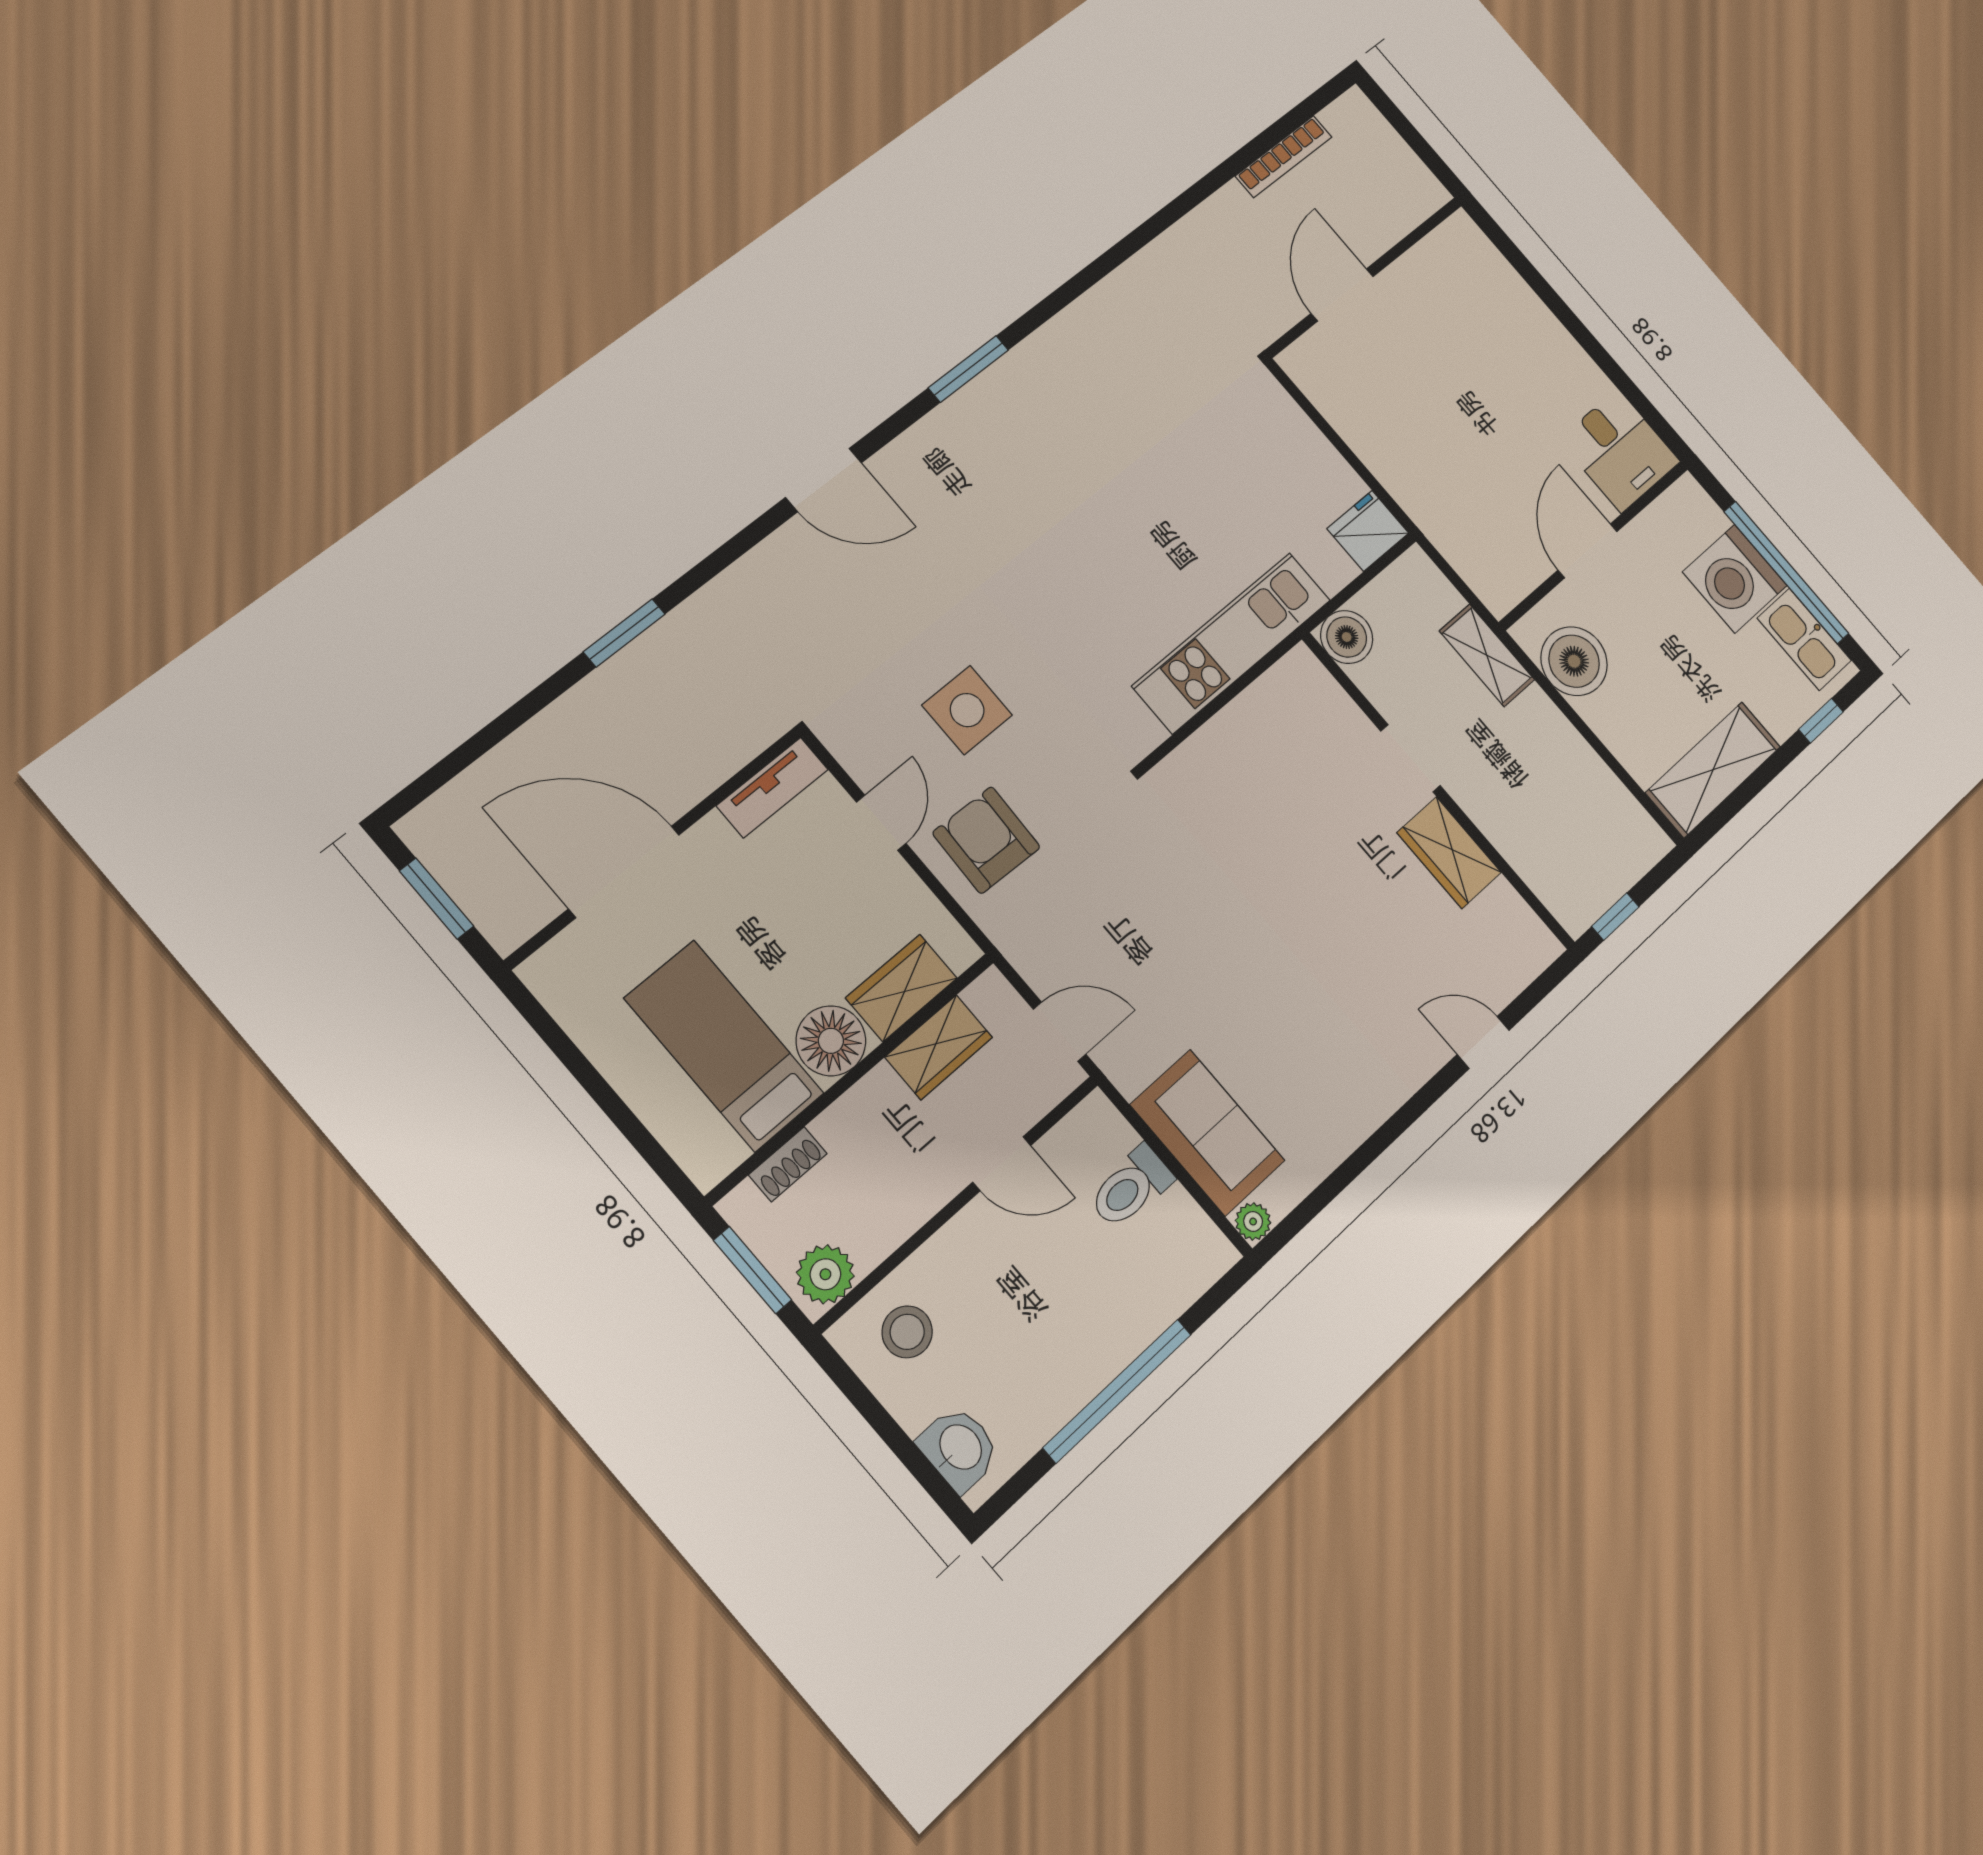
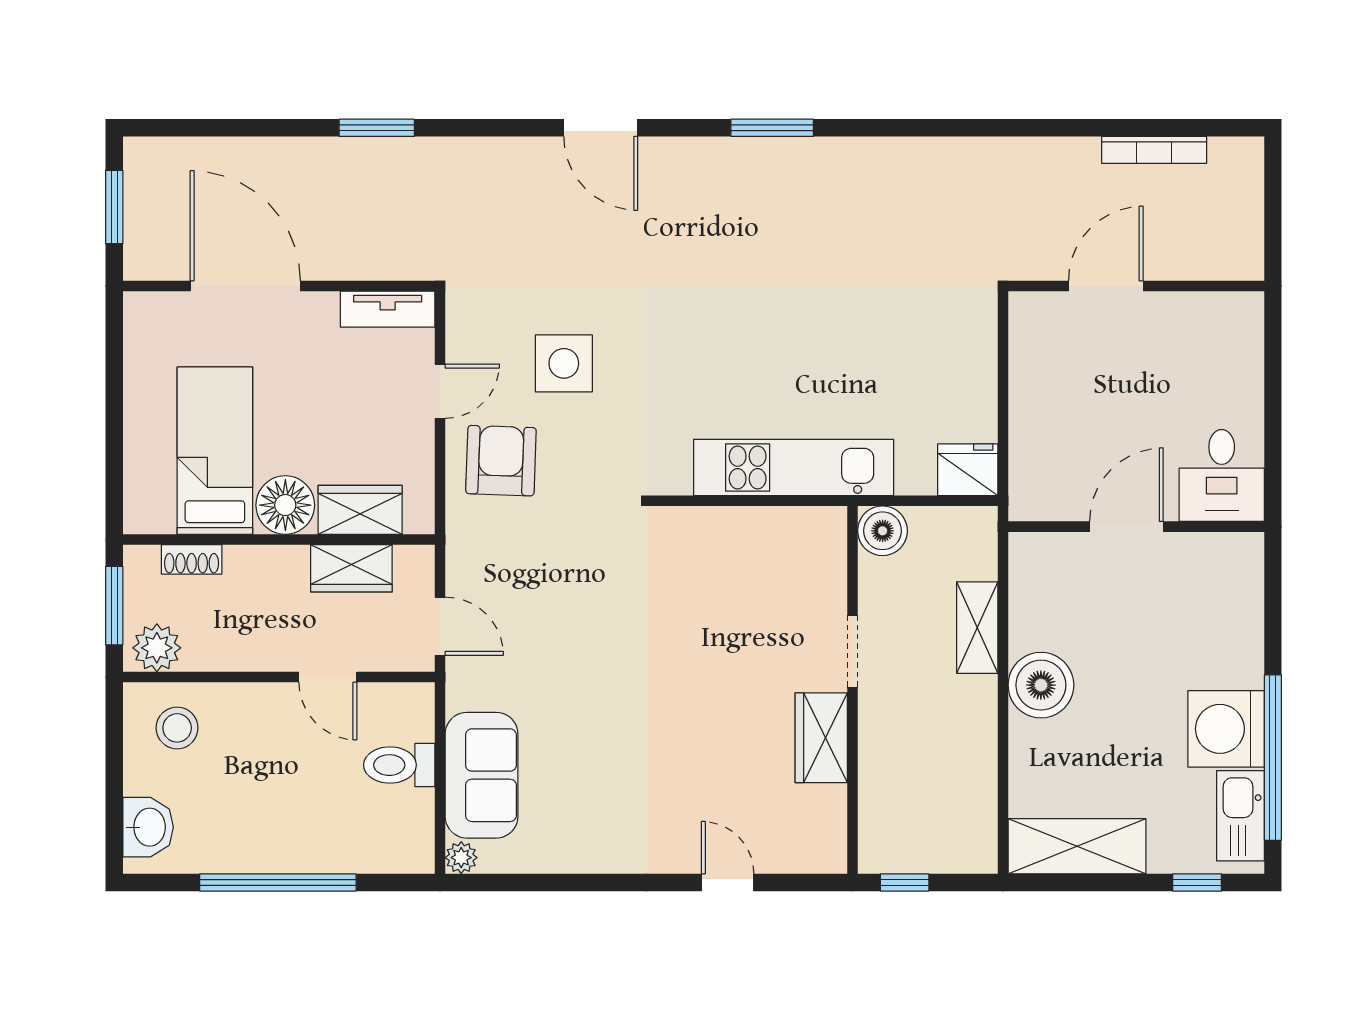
desk: (1619, 451) -> (1222, 475), moved
wall: (1595, 545) -> (1136, 527), moved
door: (1588, 551) -> (1126, 527), moved

